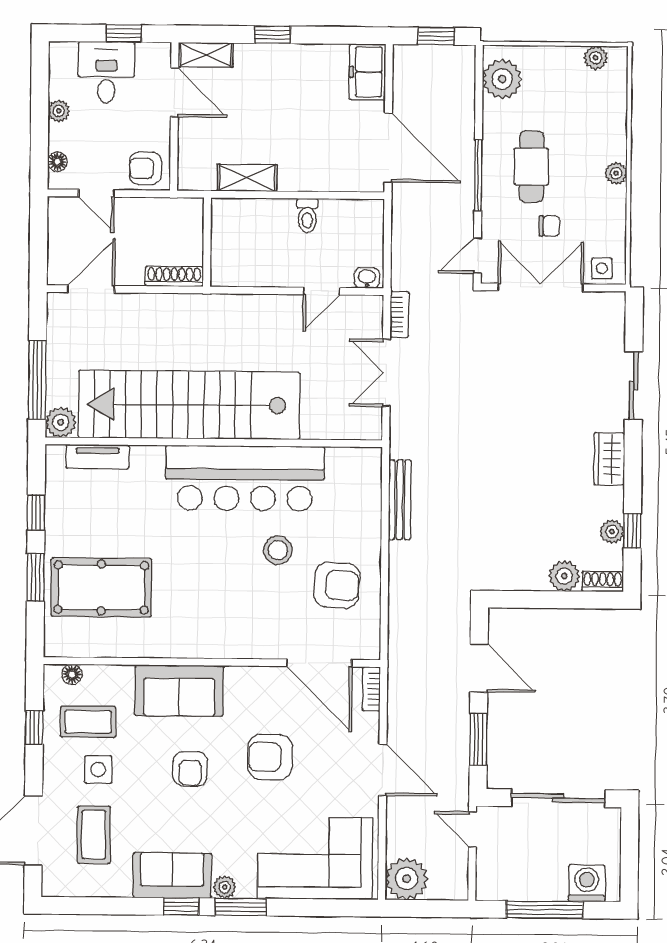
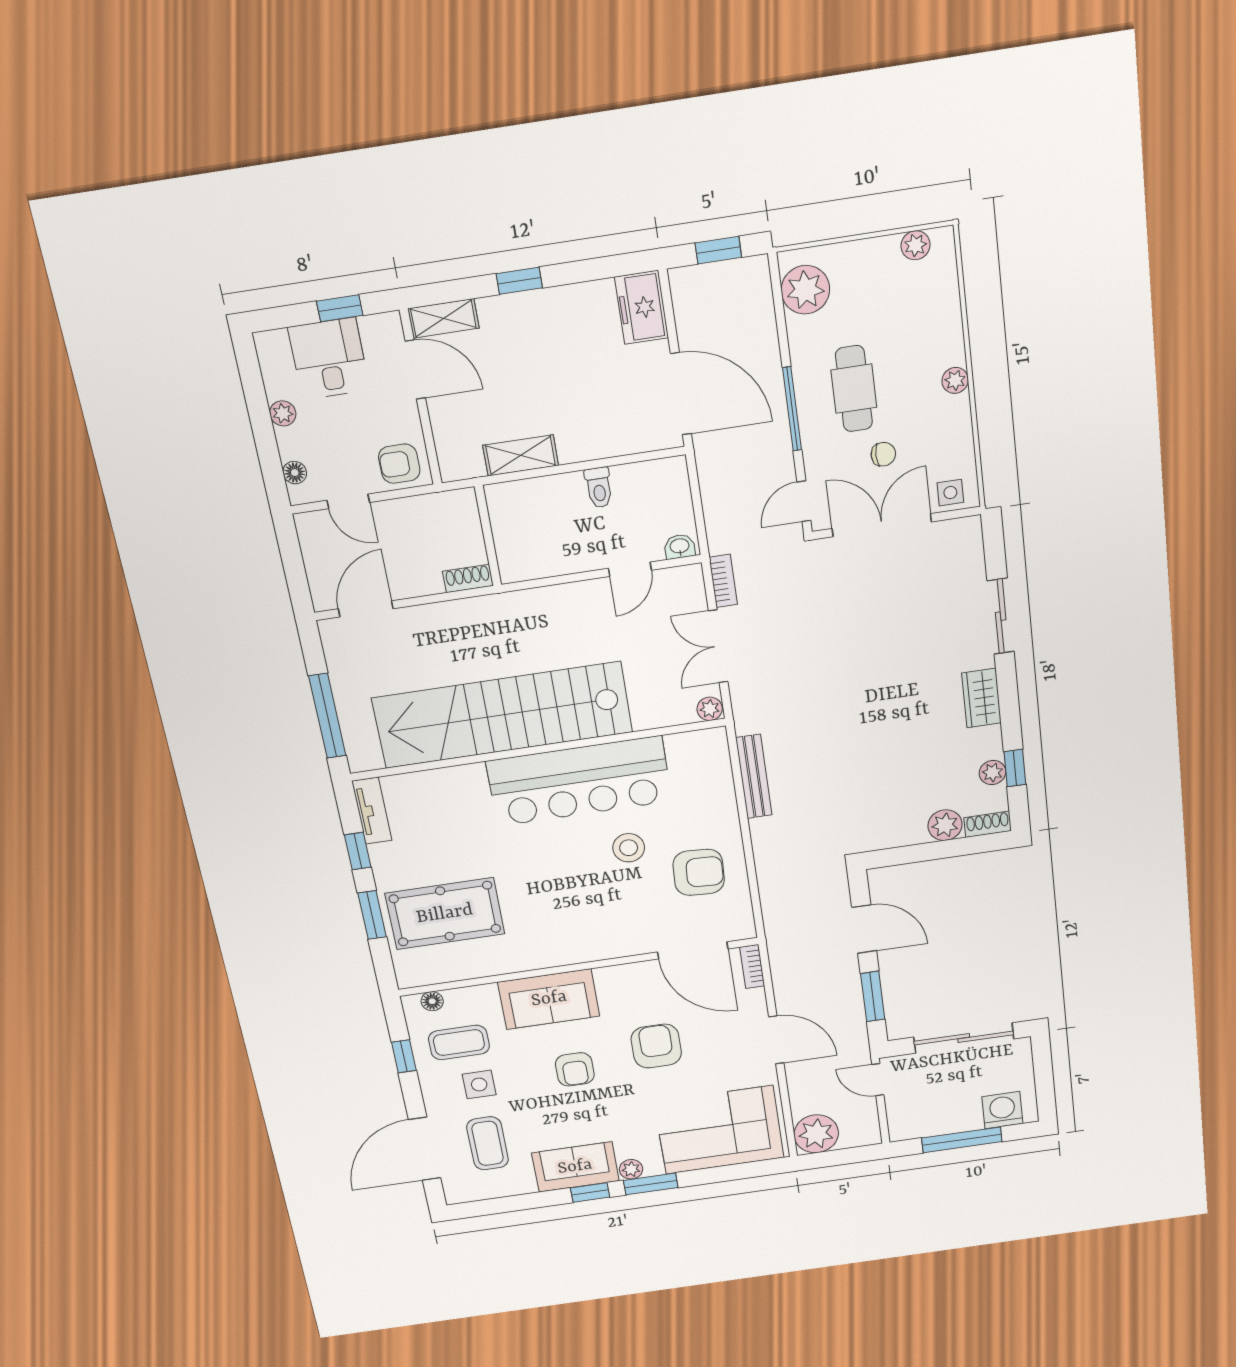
shoe rack: (174, 276) -> (468, 579), width x0.70
plant: (61, 422) -> (710, 709), moved, width x0.73, depth x0.73
tv unit: (98, 457) -> (372, 811), moved, turned -90
armchair: (270, 757) -> (656, 1046), turned 90

